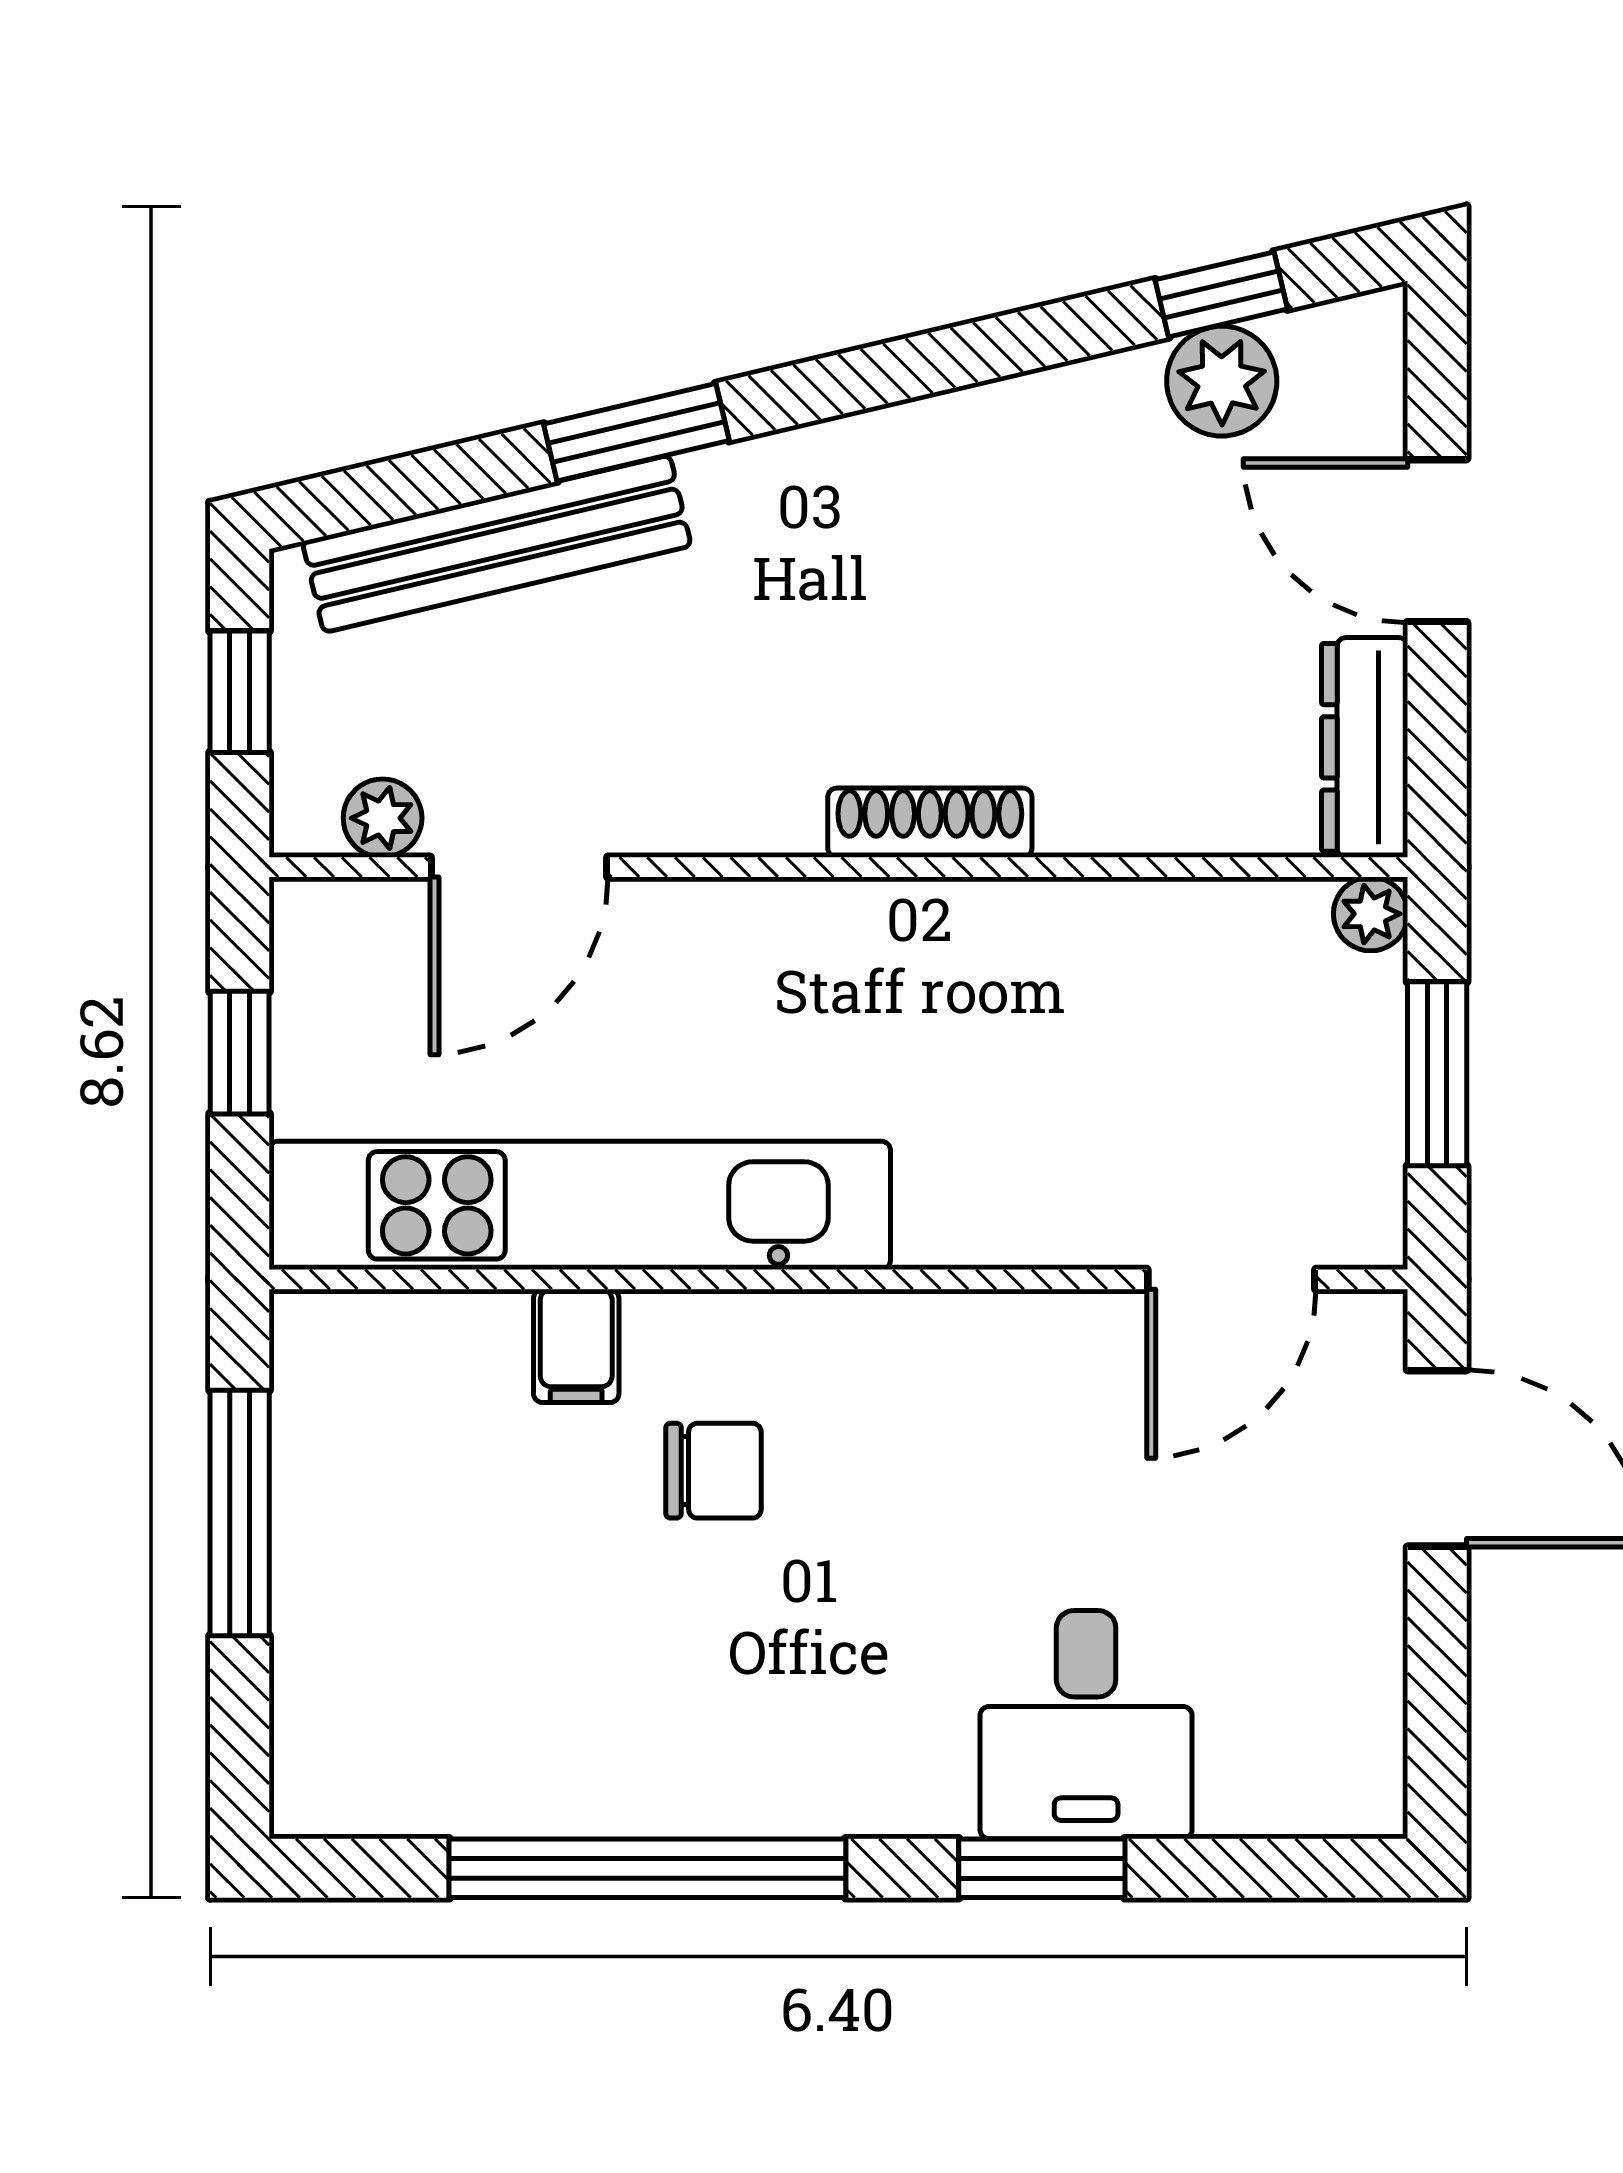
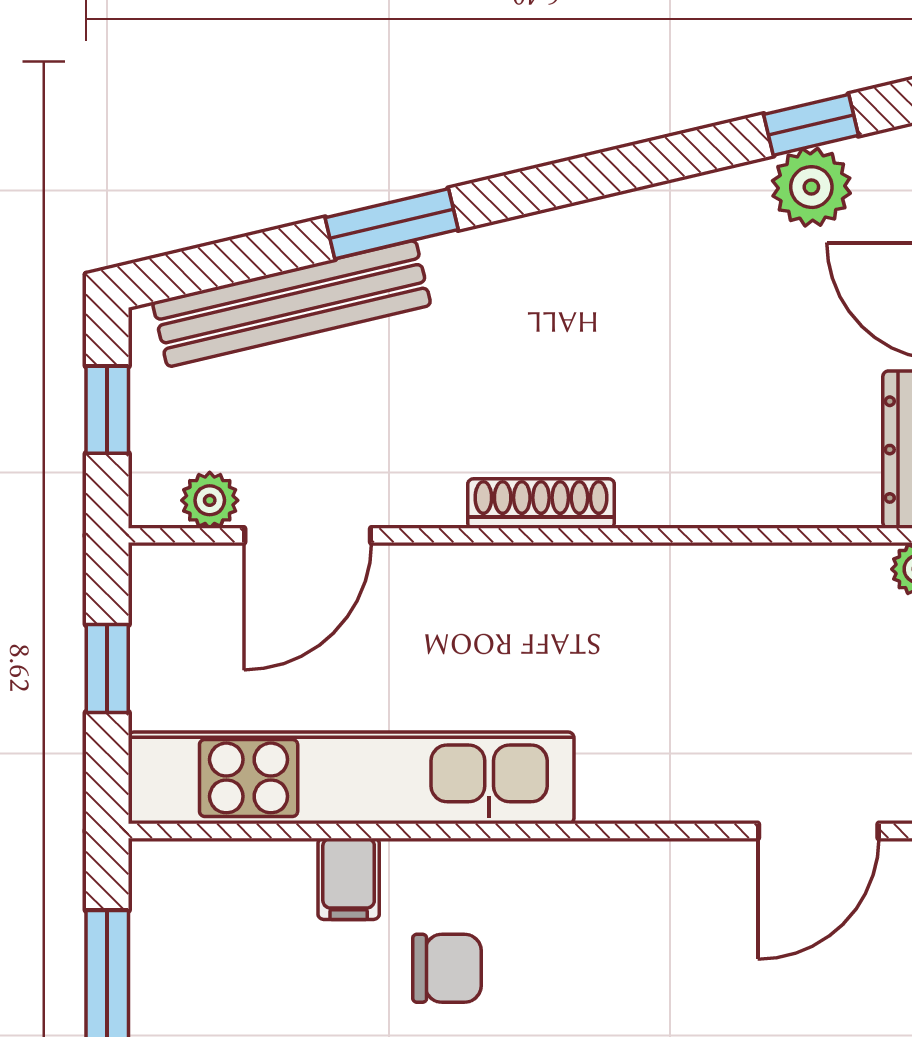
shoe rack: (930, 823) -> (541, 504), moved

